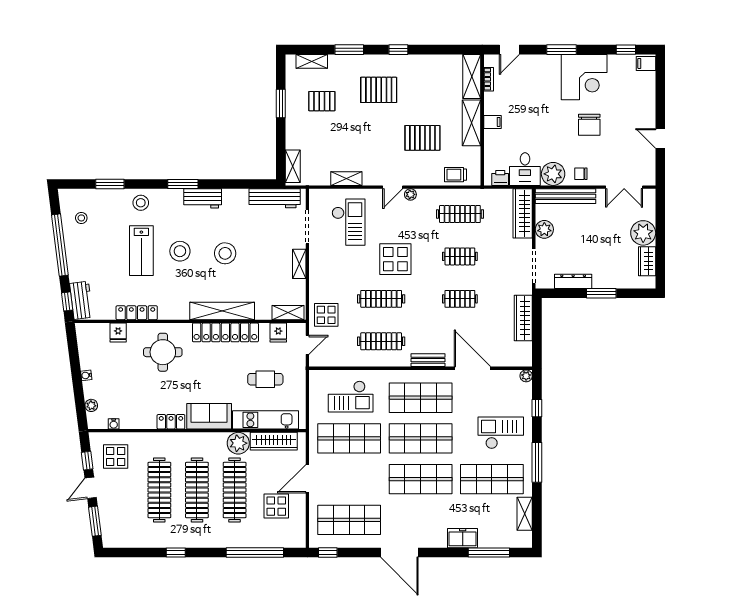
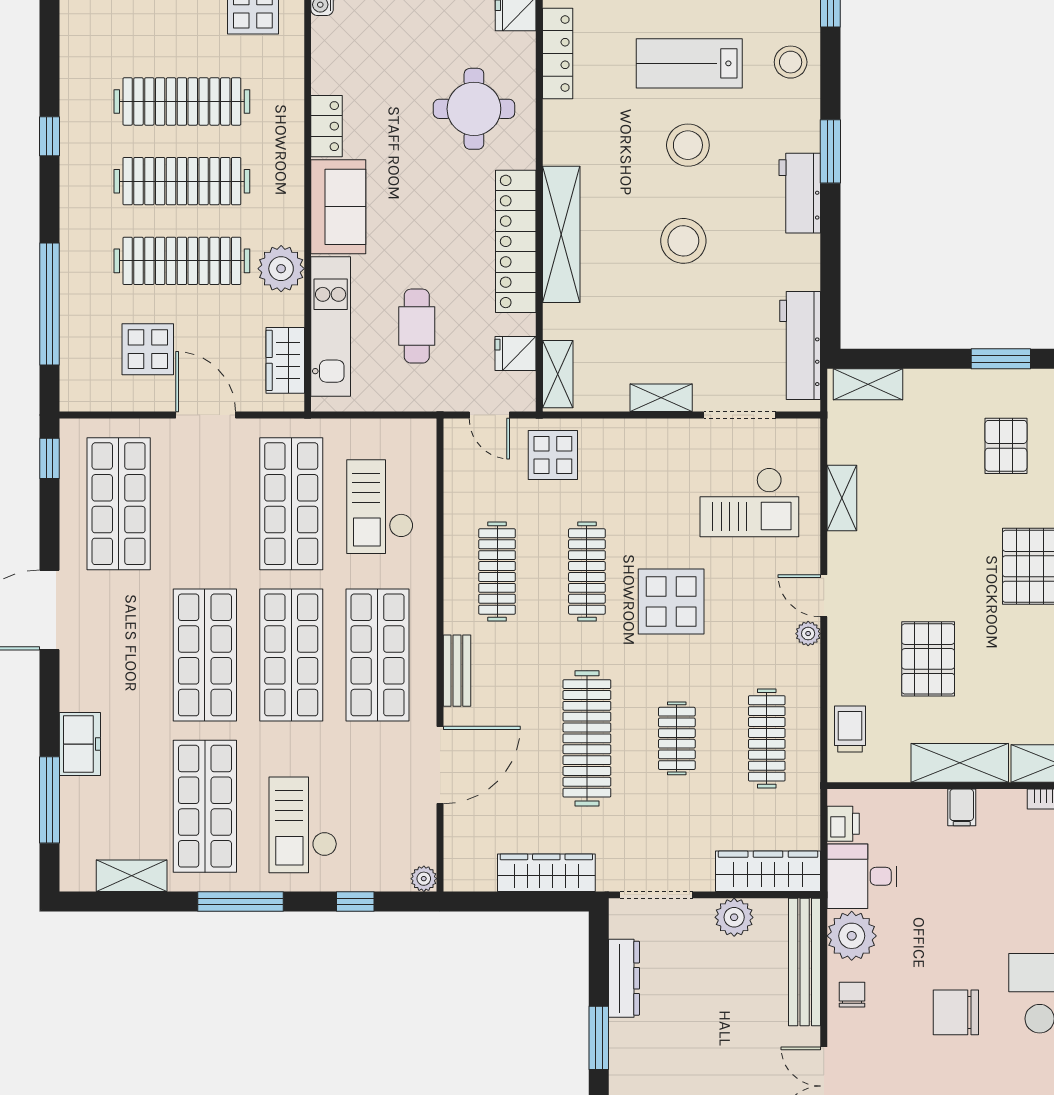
clothes rail: (460, 299) -> (587, 738), width x1.86, depth x1.31
checkout: (501, 433) -> (303, 825), turned 180
wardrobe: (274, 441) -> (285, 360), width x0.67

